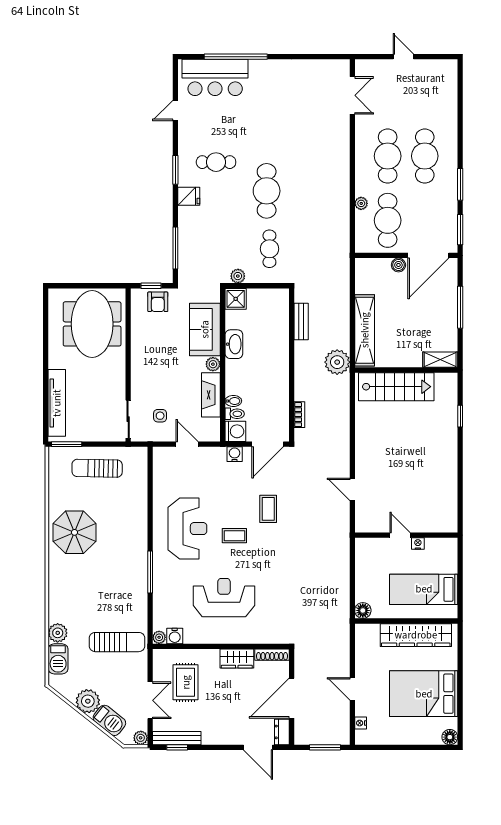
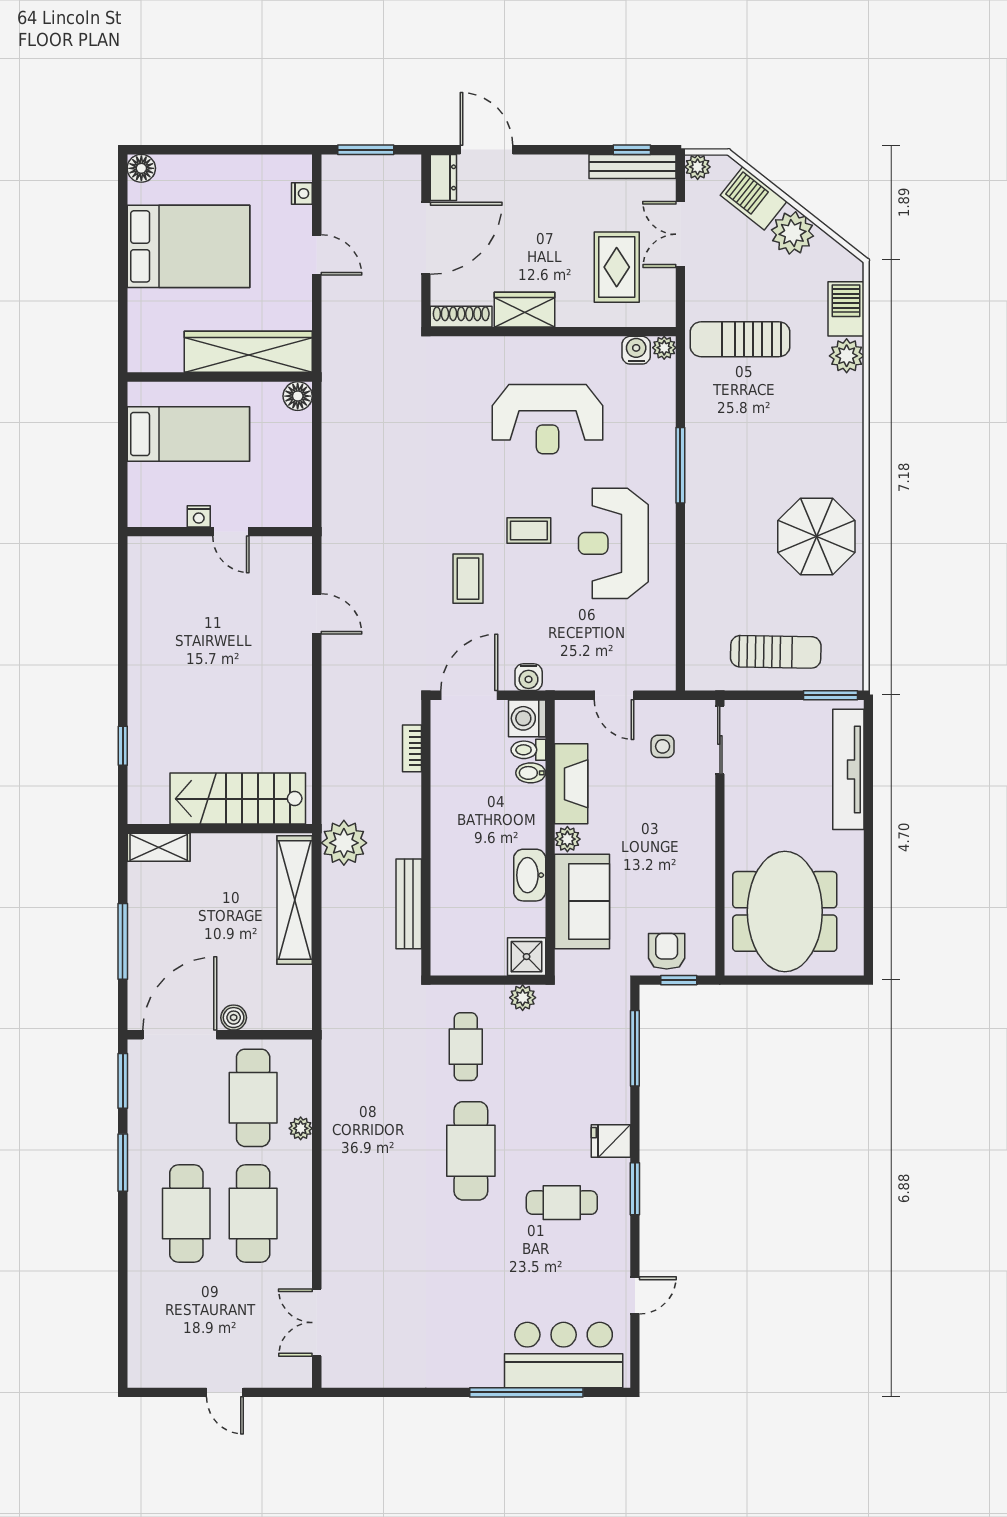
bench: (301, 321) -> (409, 904), width x1.36
wardrobe: (416, 635) -> (248, 352), moved

